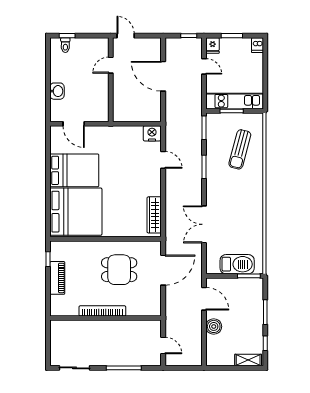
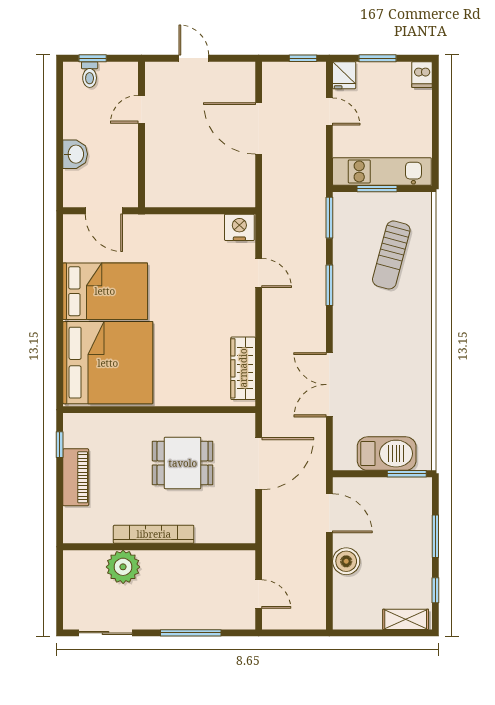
door: (111, 65) -> (141, 109), moved
wall: (111, 80) -> (141, 134), moved
plant: (85, 330) -> (123, 567), added

